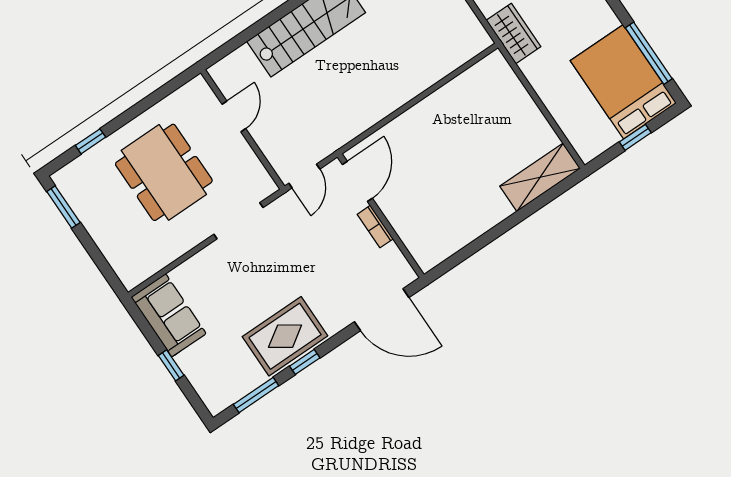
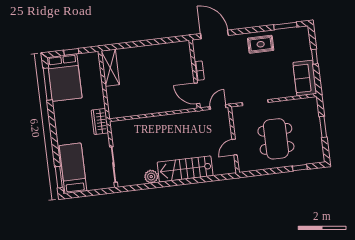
shelving: (540, 177) -> (110, 68), moved, turned 90
door: (357, 181) -> (197, 93), hinge flipped
window: (63, 207) -> (323, 127), moved
rug: (285, 336) -> (261, 44), width x0.73, depth x0.70
window: (305, 362) -> (258, 29), removed

